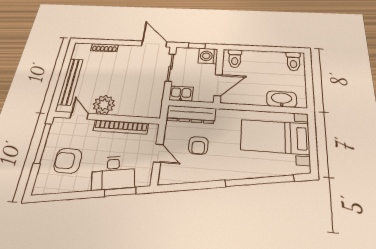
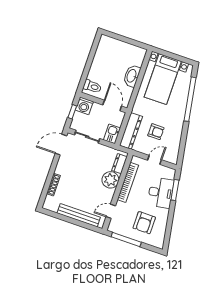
toilet: (293, 61) -> (107, 44), removed
washbasin: (282, 99) -> (132, 76), moved
plant: (104, 105) -> (110, 180), moved
dresser: (144, 111) -> (119, 164), added

